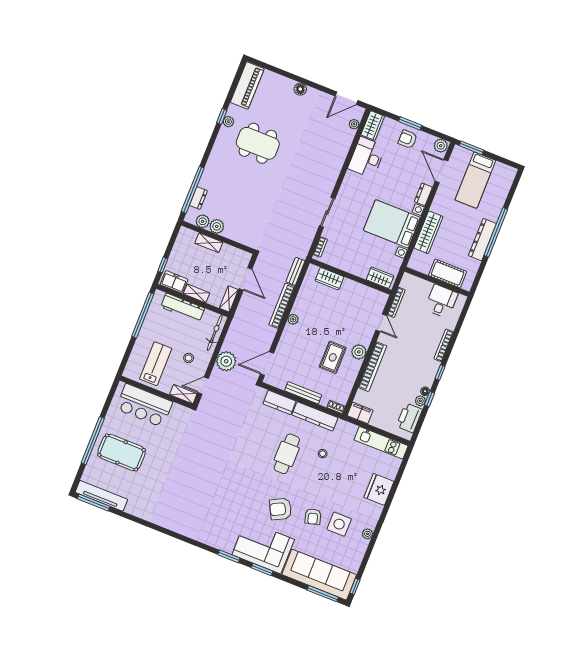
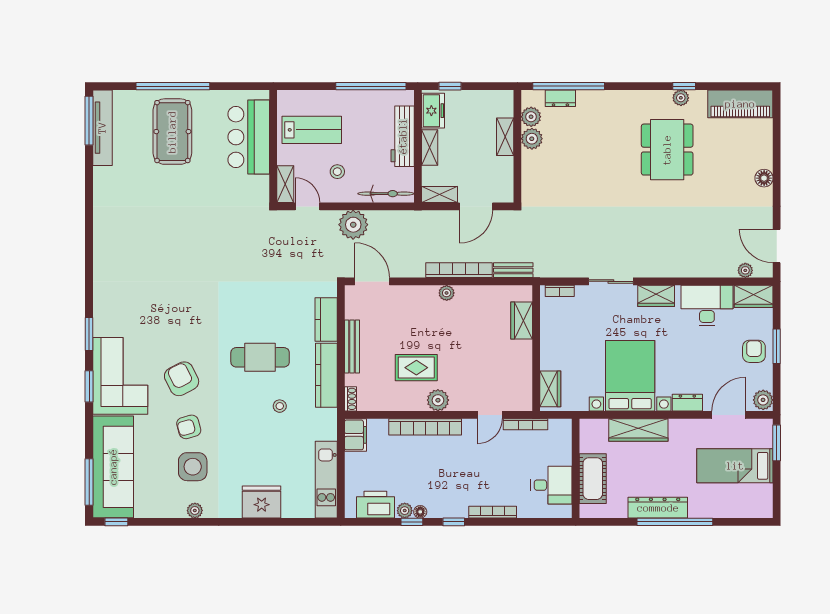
wardrobe: (348, 187) -> (656, 296), added

